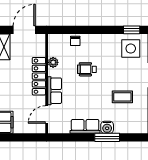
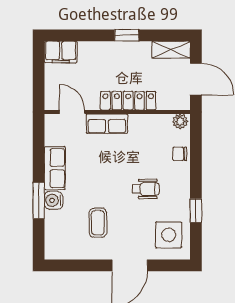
window: (132, 30) -> (196, 211), moved
plant: (53, 62) -> (180, 121), moved
wheelchair: (87, 69) -> (146, 189), moved, turned 90

